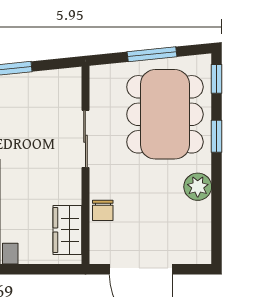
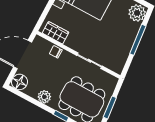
floor lamp: (195, 248) -> (20, 82), added

